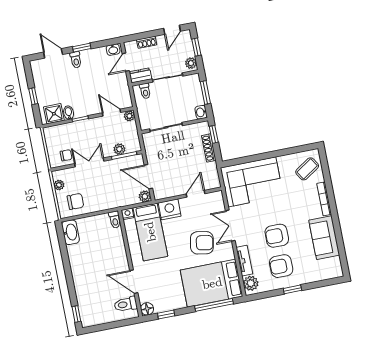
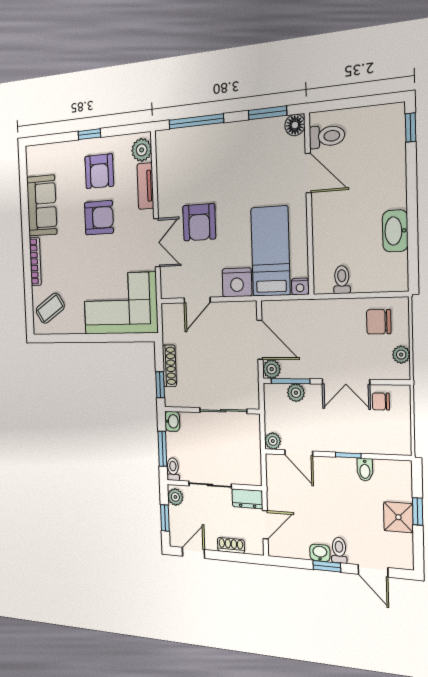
washbasin: (113, 50) -> (320, 553), moved
toilet: (145, 91) -> (173, 469), moved
shower: (54, 114) -> (398, 517), moved
plant: (145, 196) -> (272, 369), moved
toilet: (115, 220) -> (342, 280), moved
washbasin: (70, 232) -> (395, 231), moved
armchair: (202, 243) -> (199, 222), turned -100
armchair: (281, 266) -> (99, 171), turned 90
bed: (212, 283) -> (195, 157), removed
window: (166, 314) -> (267, 113), width x1.50

